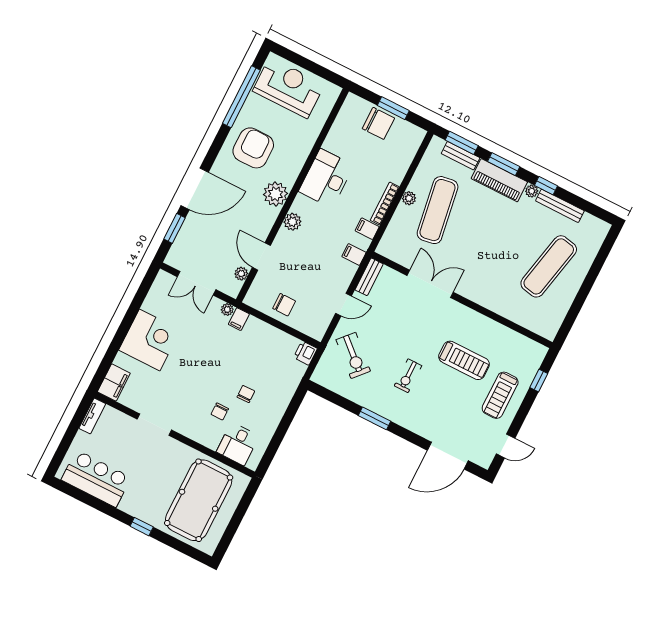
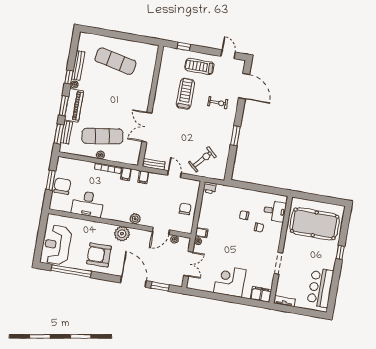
desk: (326, 178) -> (88, 204), moved
exercise bike: (408, 376) -> (218, 103), moved
treadmill: (500, 395) -> (199, 66), turned 180

